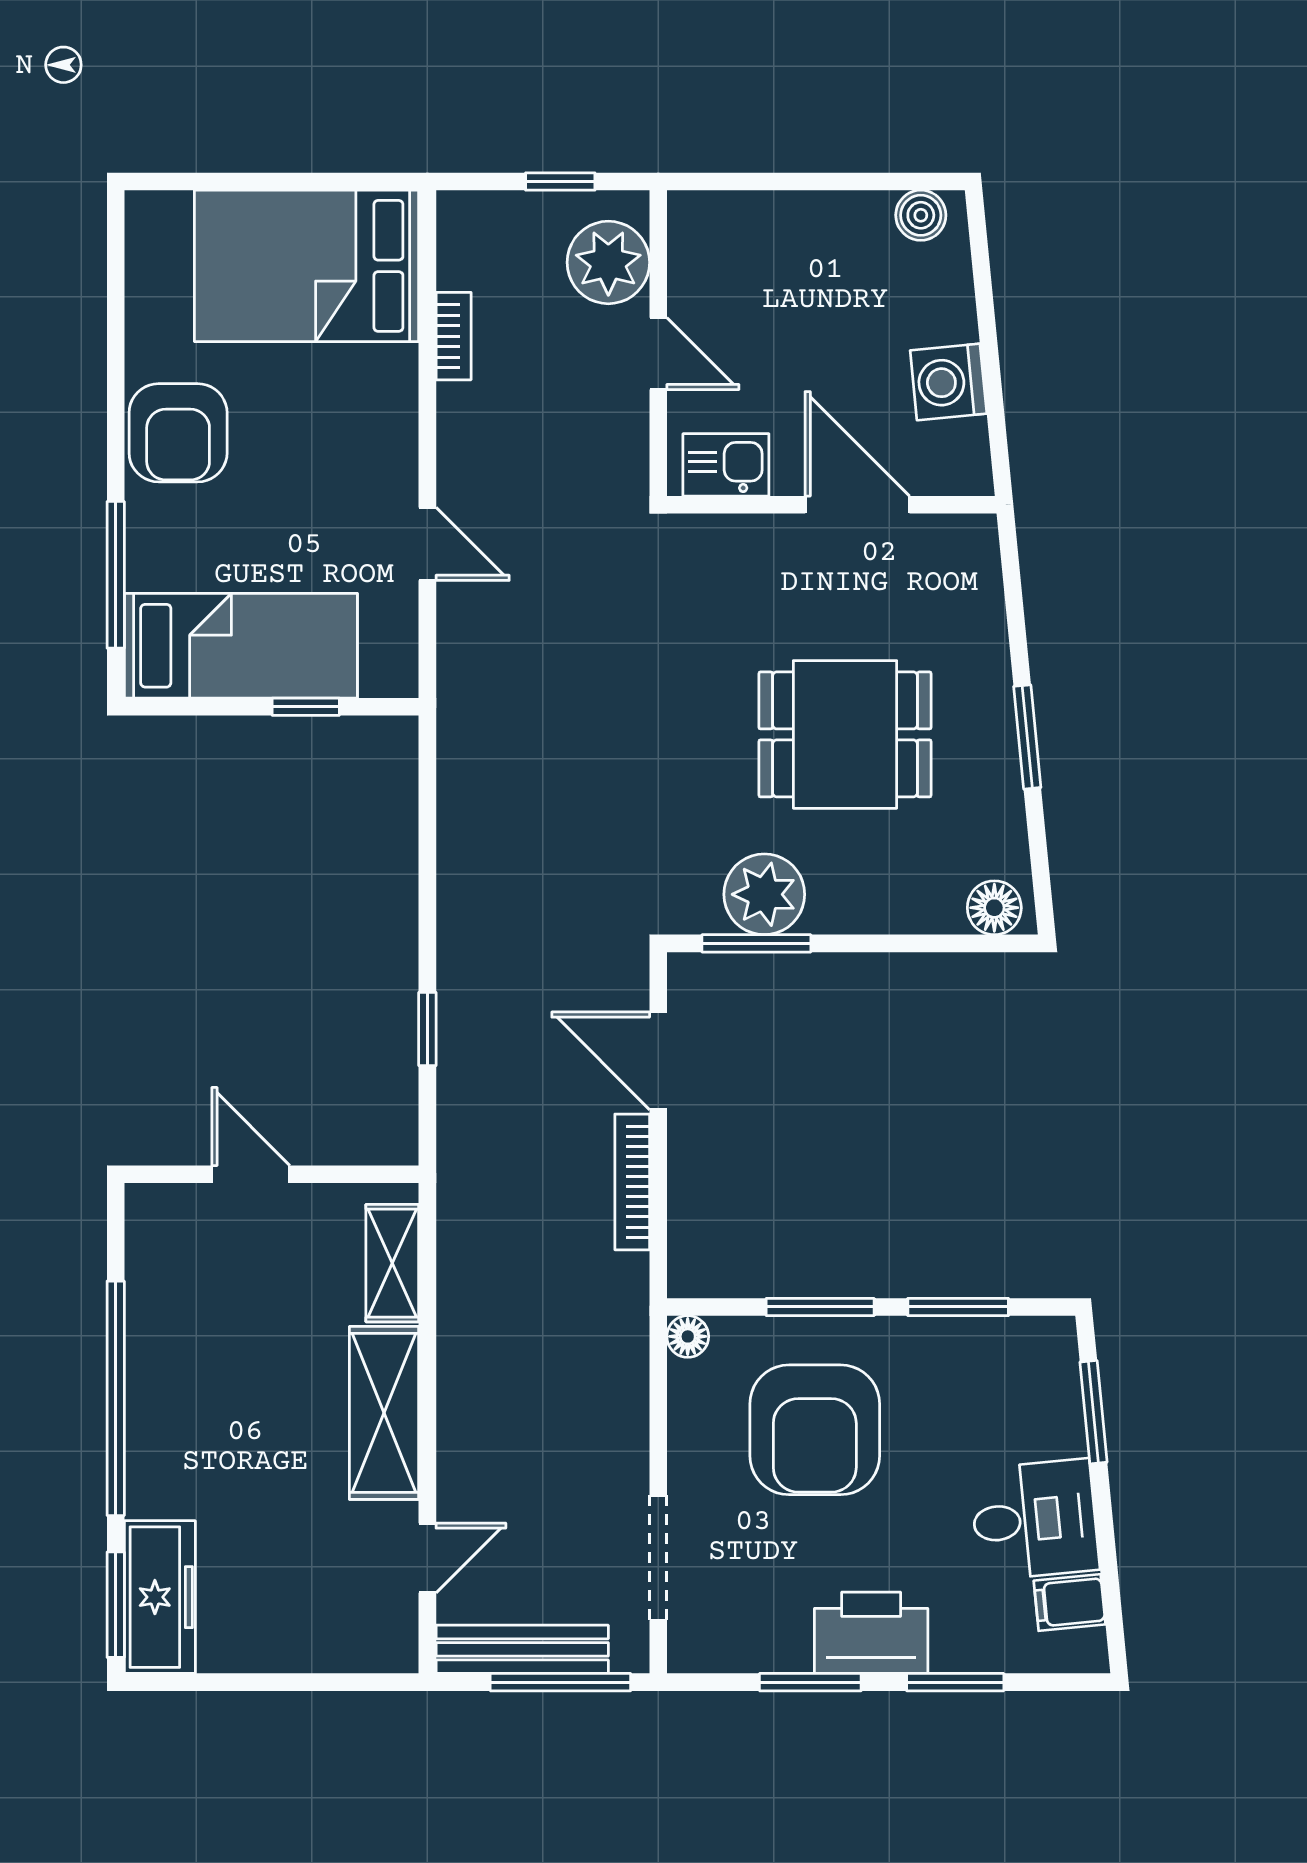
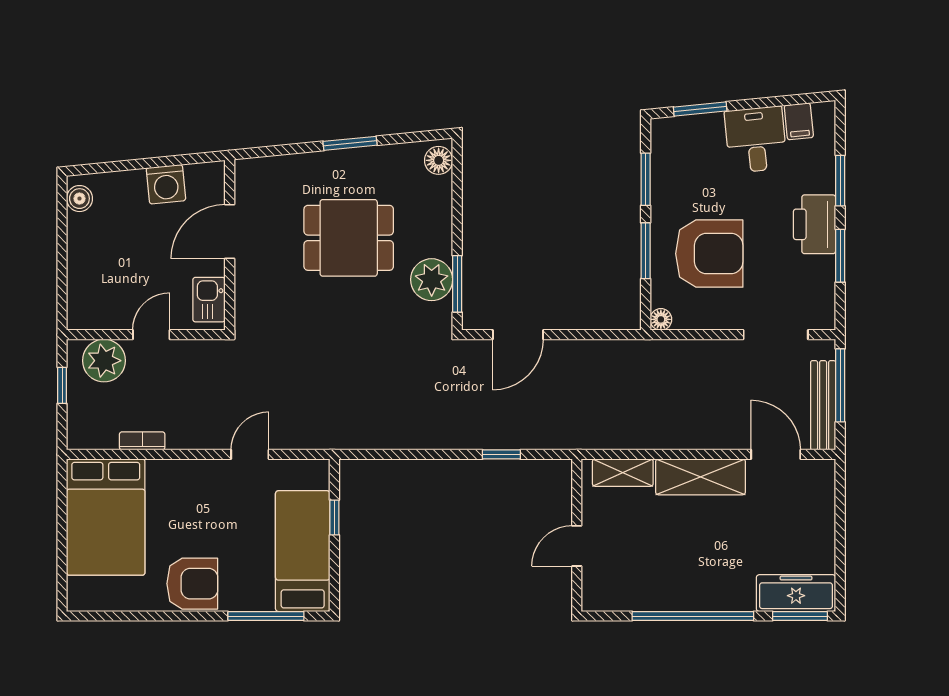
dining table: (845, 734) -> (349, 238), turned 90
bookcase: (632, 1182) -> (581, 348), removed
door: (427, 1558) -> (776, 454), width x1.38

